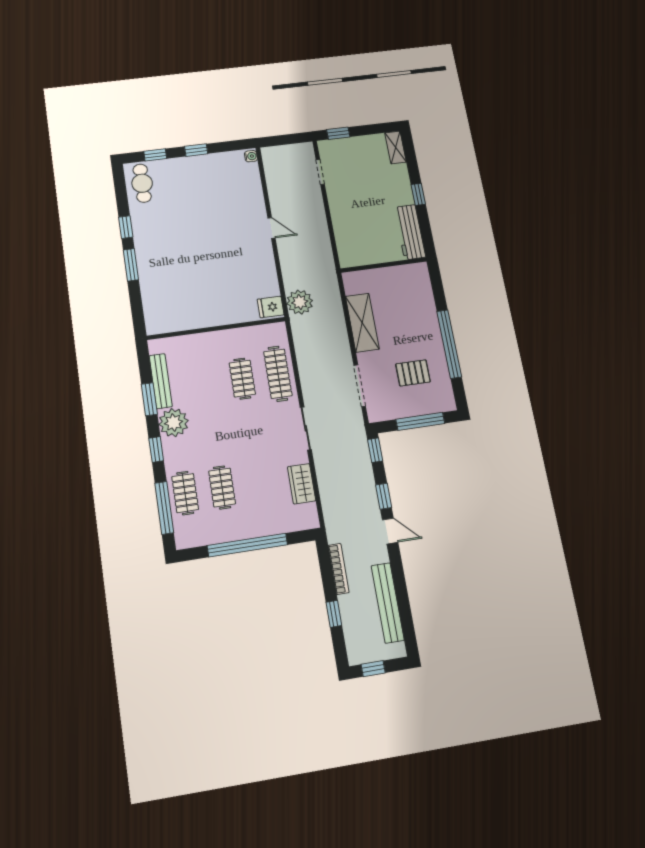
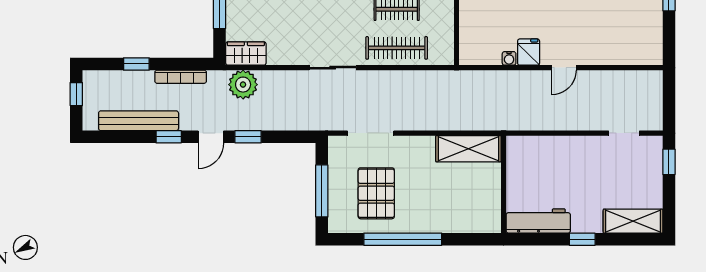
shelving: (396, 147) -> (633, 221), width x1.50, depth x1.33
water cooler: (251, 156) -> (509, 58), moved
plant: (300, 302) -> (243, 85), moved
fridge: (271, 307) -> (529, 52), moved
shelving: (362, 323) -> (468, 149), moved
pallet: (413, 373) -> (376, 193), width x1.50, depth x1.42
window: (375, 450) -> (169, 137), moved
wardrobe: (302, 484) -> (246, 53), moved

